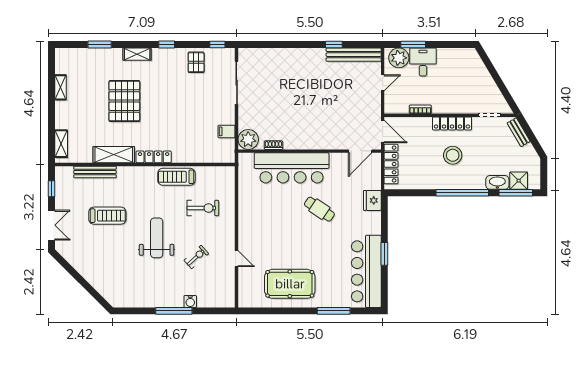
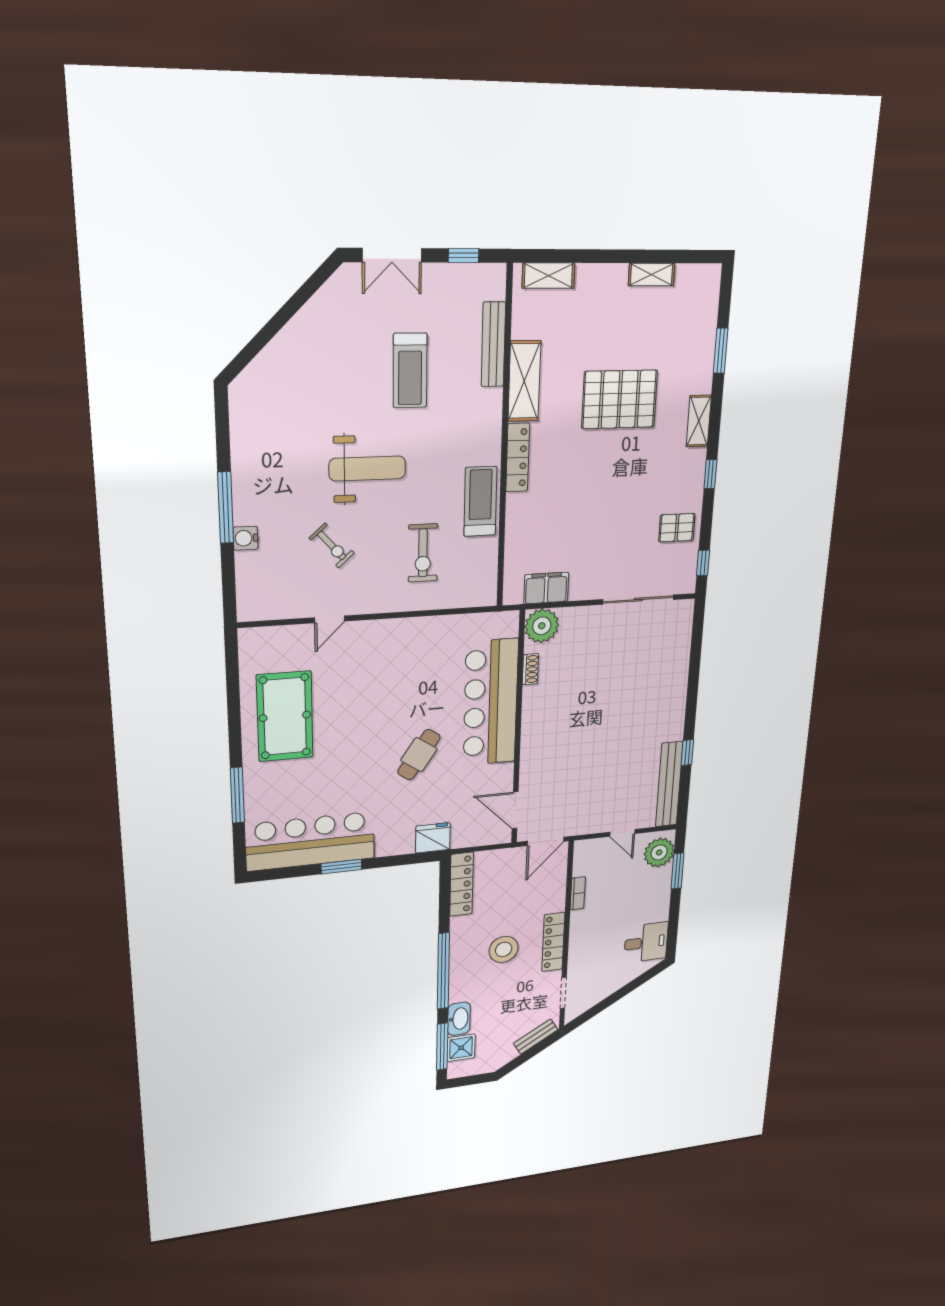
desk: (423, 62) -> (646, 942), moved
filing cabinet: (227, 131) -> (546, 588), width x2.00
locker: (391, 164) -> (462, 884), moved, turned -90

